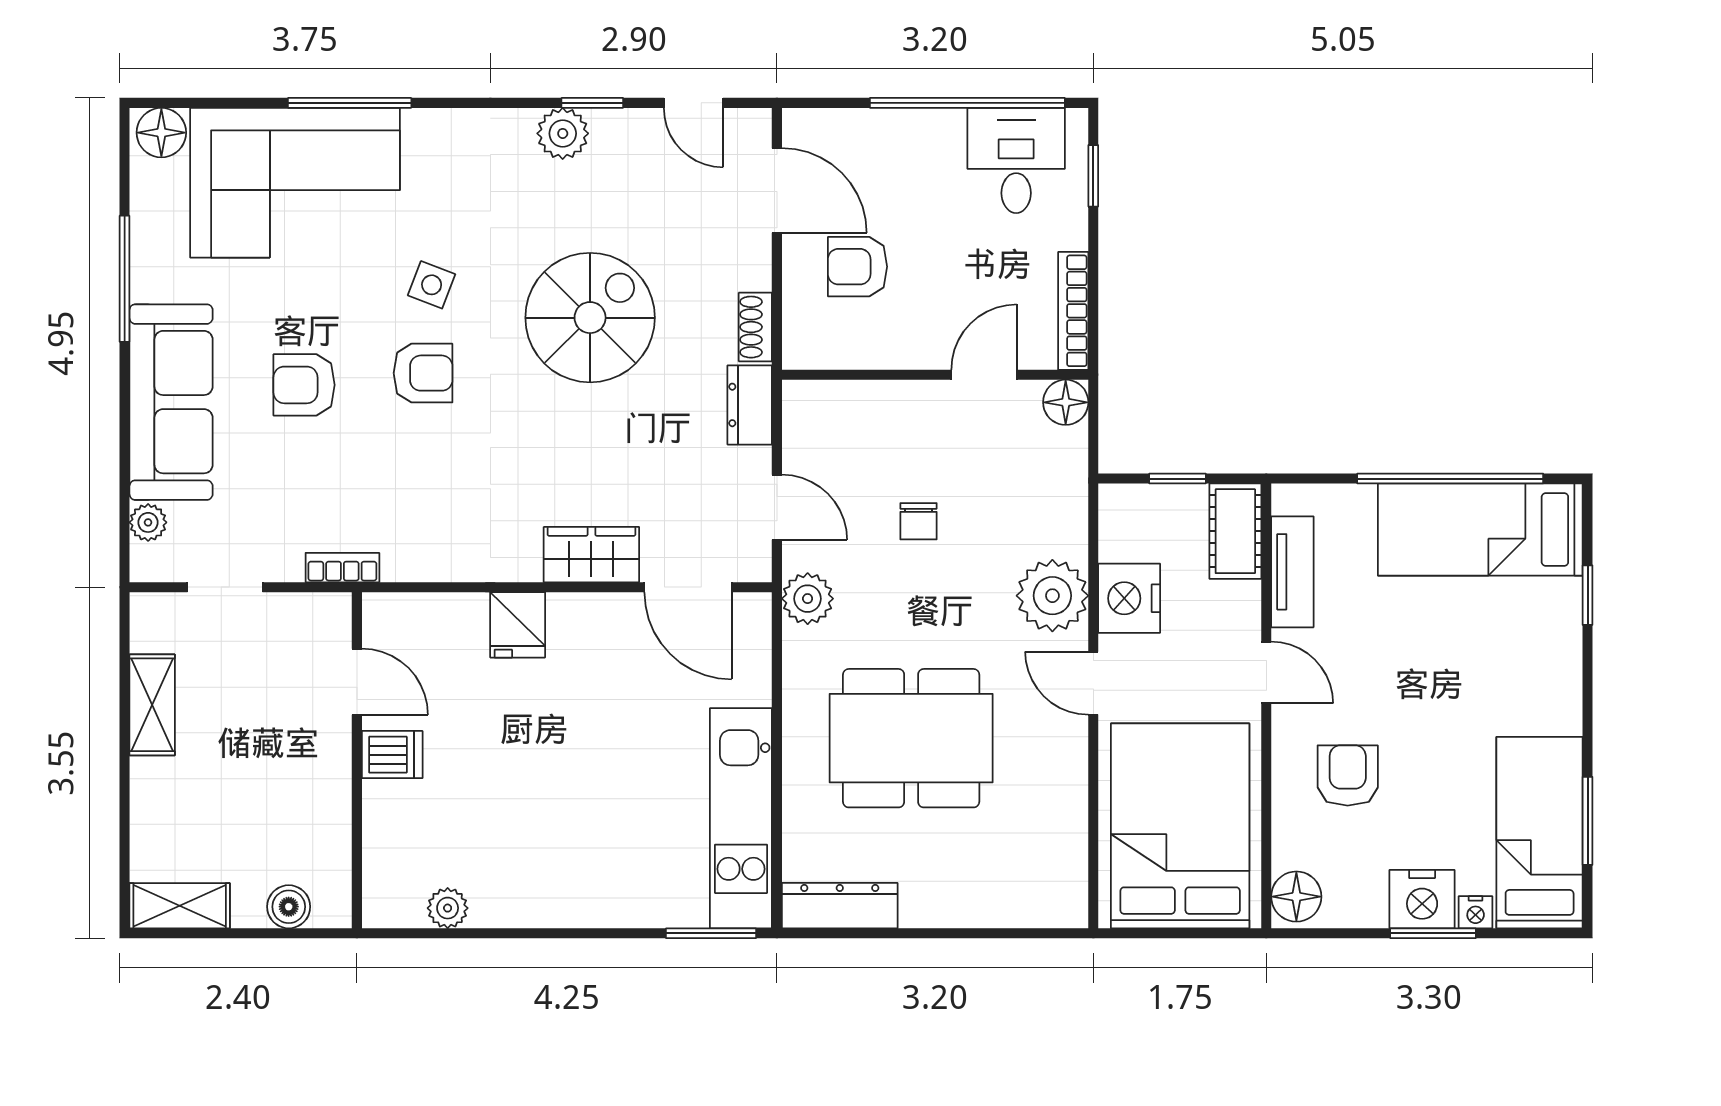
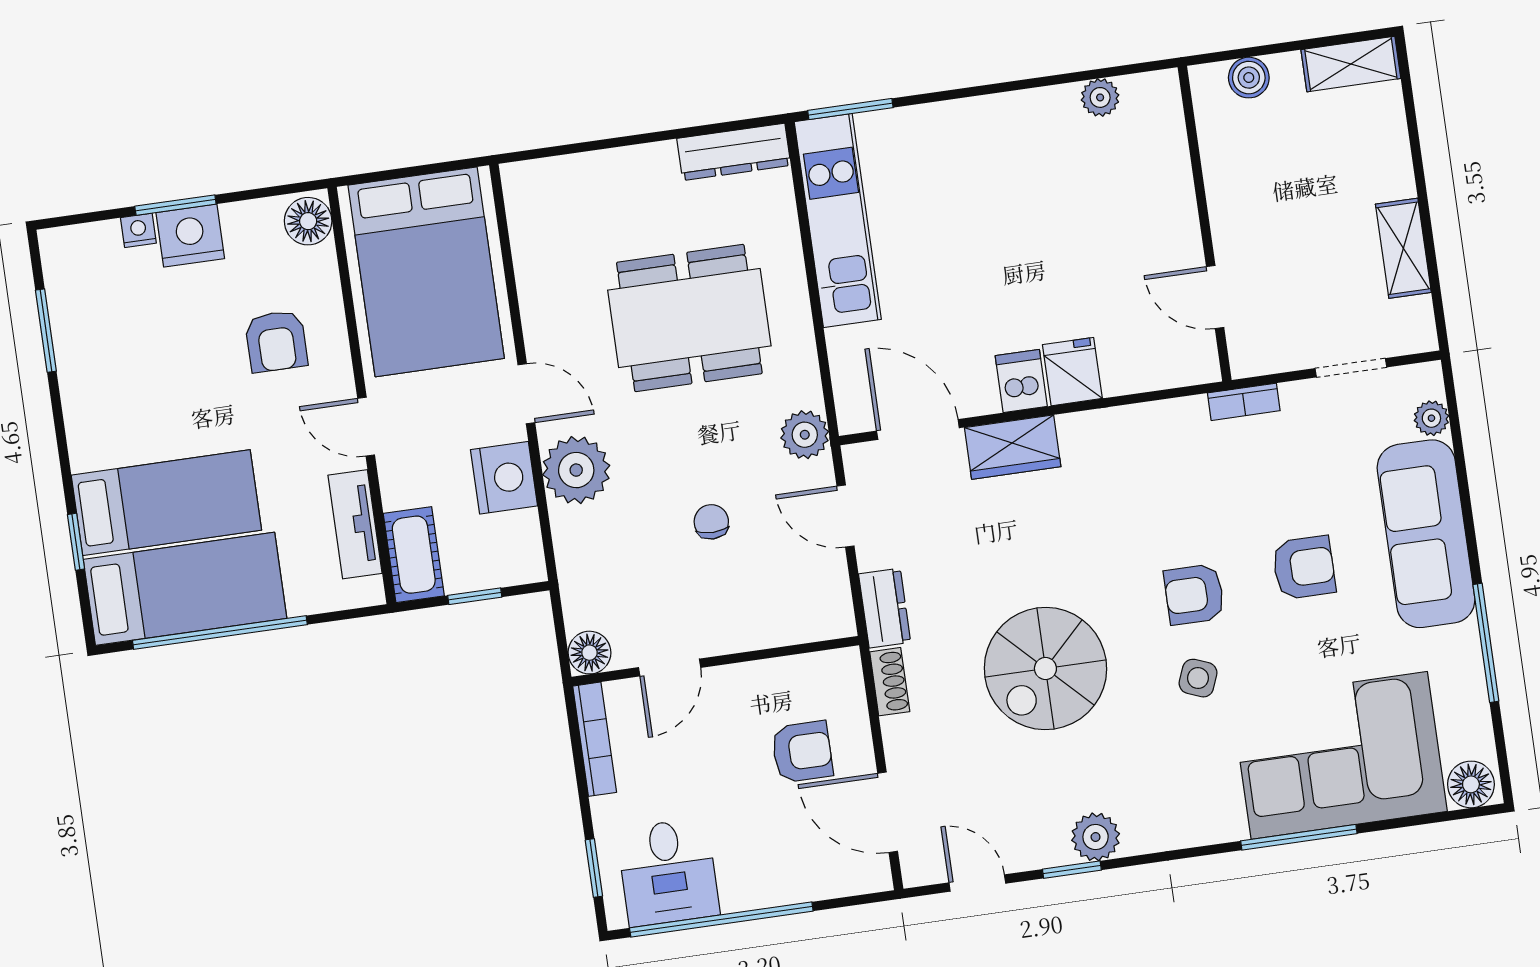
dishwasher: (392, 755) -> (1021, 381), moved, turned 90
bed: (1540, 833) -> (166, 503), moved, turned -90

